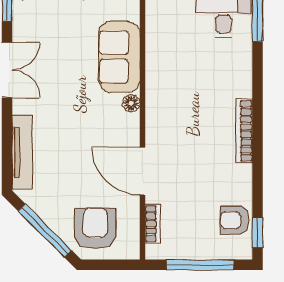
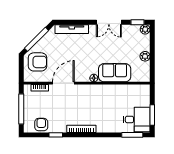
window: (258, 233) -> (56, 135), moved

